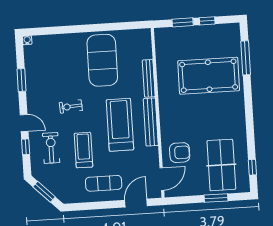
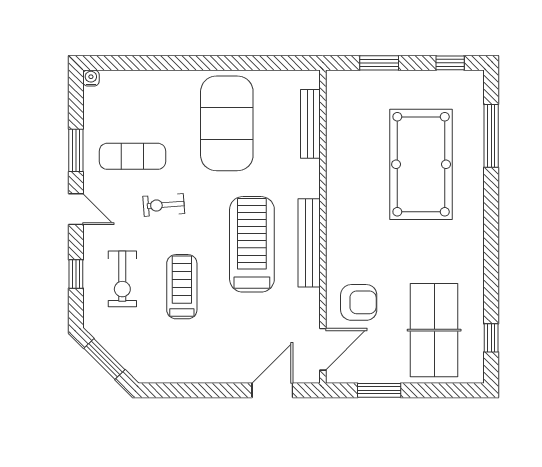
window: (207, 21) -> (450, 63), moved
pool table: (209, 76) -> (421, 164), turned 90
bench: (149, 78) -> (310, 124), moved
door: (24, 123) -> (76, 209), moved
exercise bike: (51, 148) -> (122, 279), turned 180
exercise mat: (104, 183) -> (132, 156), moved
window: (216, 198) -> (379, 390), moved

